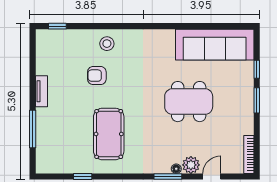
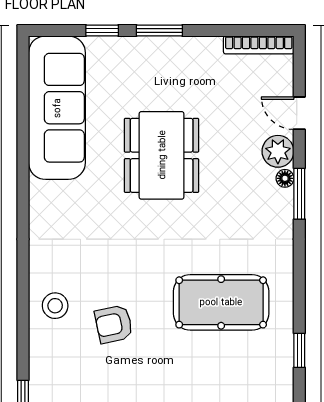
armchair: (97, 76) -> (114, 324), turned 78

